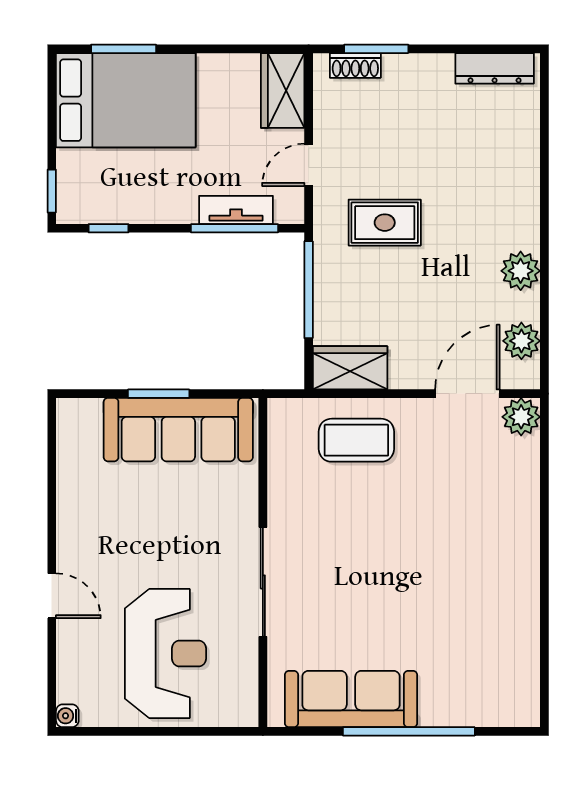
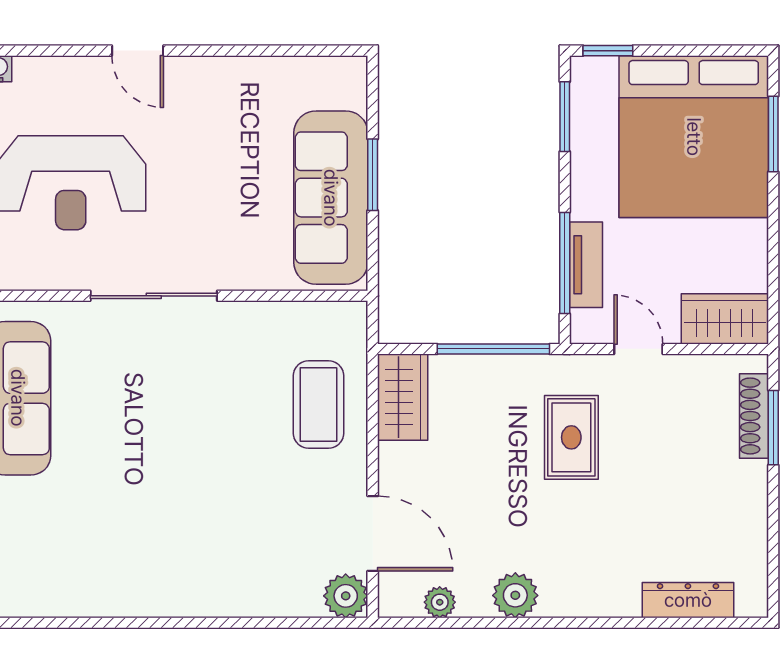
shoe rack: (355, 65) -> (754, 416), width x1.43
dresser: (495, 68) -> (688, 600), moved, turned 90
bed: (126, 100) -> (694, 137), width x1.36
window: (109, 228) -> (565, 117), width x1.50
plant: (521, 341) -> (440, 602), width x0.73, depth x0.73
door: (52, 596) -> (138, 51), hinge flipped

